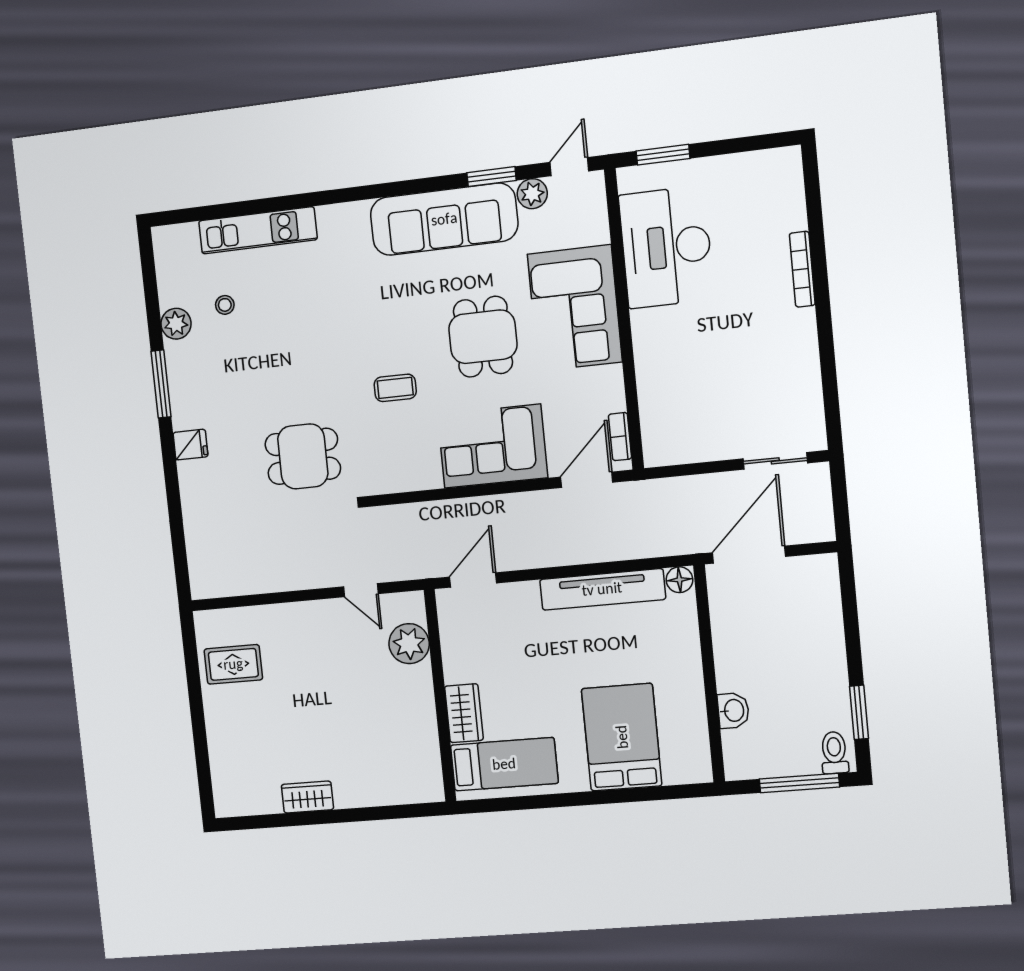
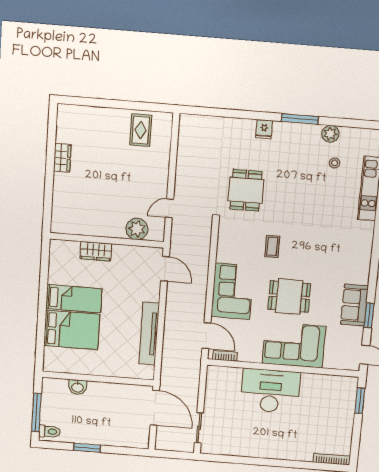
plant: (532, 194) -> (356, 334), removed
sofa: (444, 219) -> (354, 305), width x0.54, depth x0.79
desk: (666, 247) -> (270, 391), moved
bookcase: (802, 269) -> (332, 459), moved
floor lamp: (679, 580) -> (148, 372), removed
window: (859, 712) -> (87, 448), moved
bed: (504, 764) -> (74, 299), moved, turned -90

